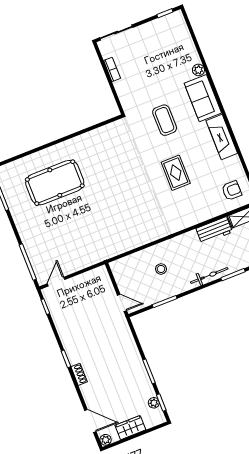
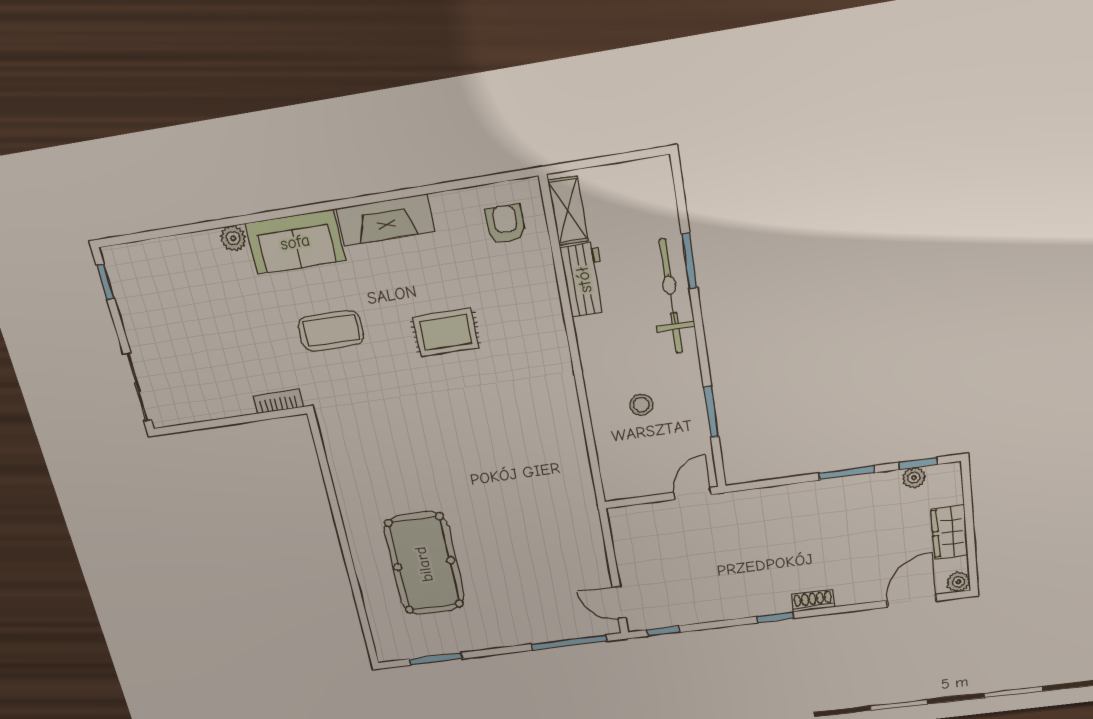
bookcase: (112, 69) -> (278, 401), moved
bicycle: (209, 276) -> (671, 297), width x1.37, depth x1.40

